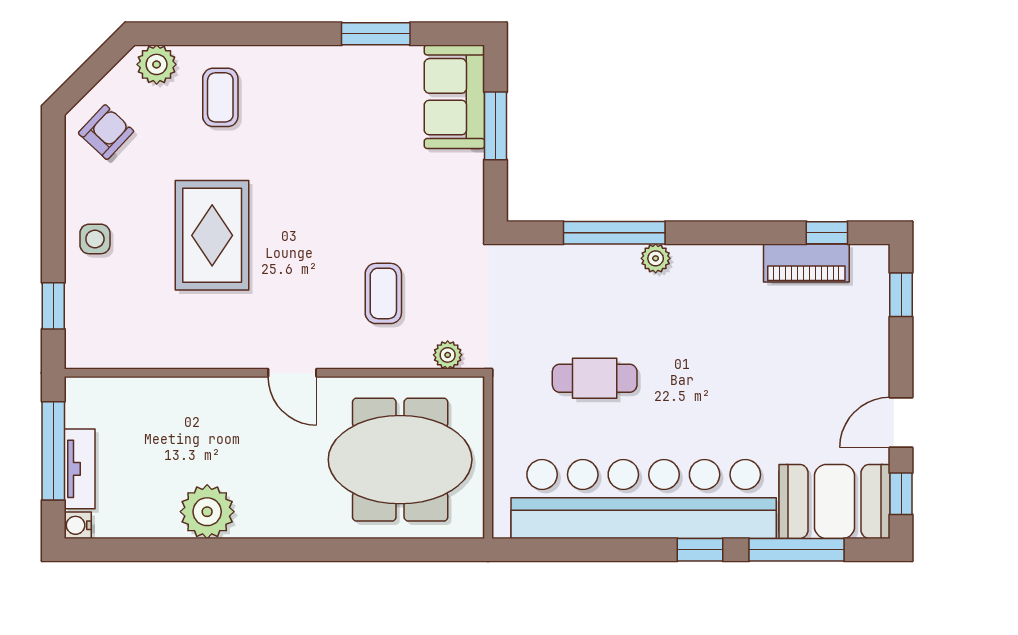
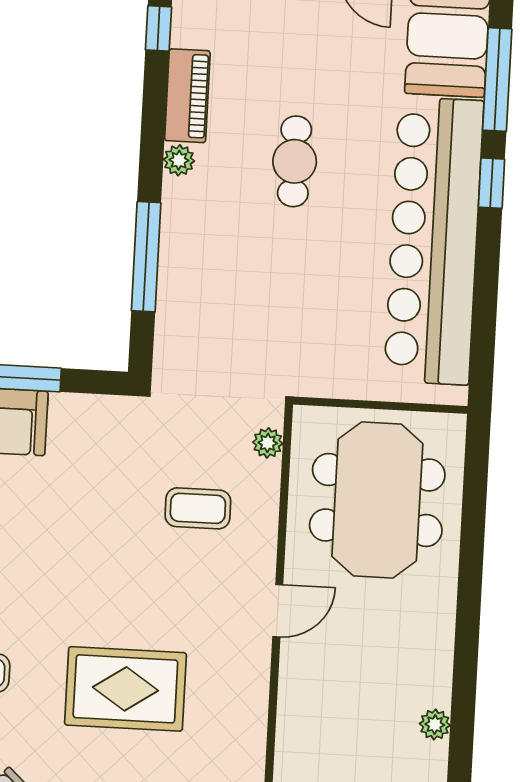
plant: (656, 258) -> (179, 160), moved
piano: (806, 263) -> (187, 96), moved
cafe table: (595, 378) -> (295, 161), moved
plant: (207, 512) -> (435, 725), width x0.53, depth x0.53

